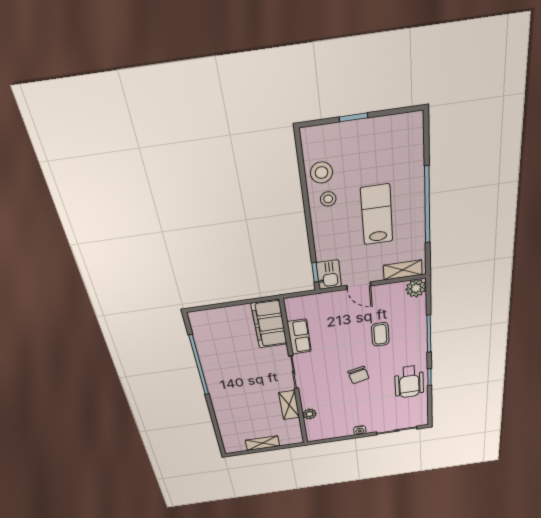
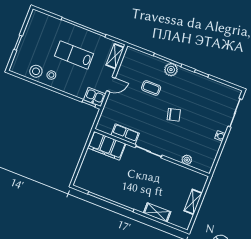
plant: (416, 288) -> (171, 70), moved
wheelchair: (409, 382) -> (198, 87), removed
shelving: (289, 405) -> (157, 212), moved

